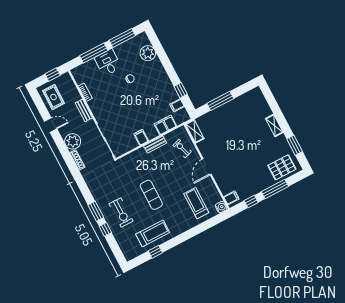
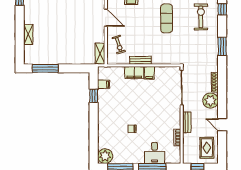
plant: (148, 53) -> (105, 156), moved
desk: (108, 63) -> (155, 153), moved
window: (220, 101) -> (45, 68), moved
filing cabinet: (165, 125) -> (134, 73), moved
shelving: (274, 125) -> (28, 34), moved
door: (207, 167) -> (106, 18), hinge flipped
window: (96, 211) -> (222, 46), moved

